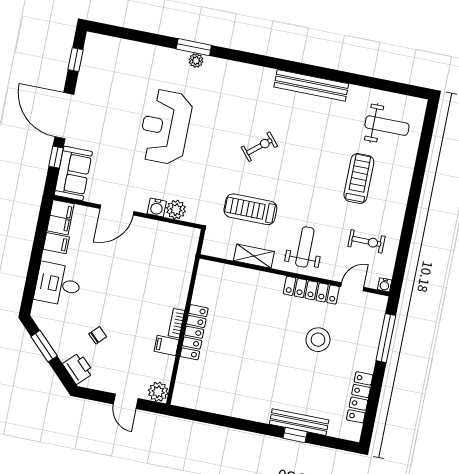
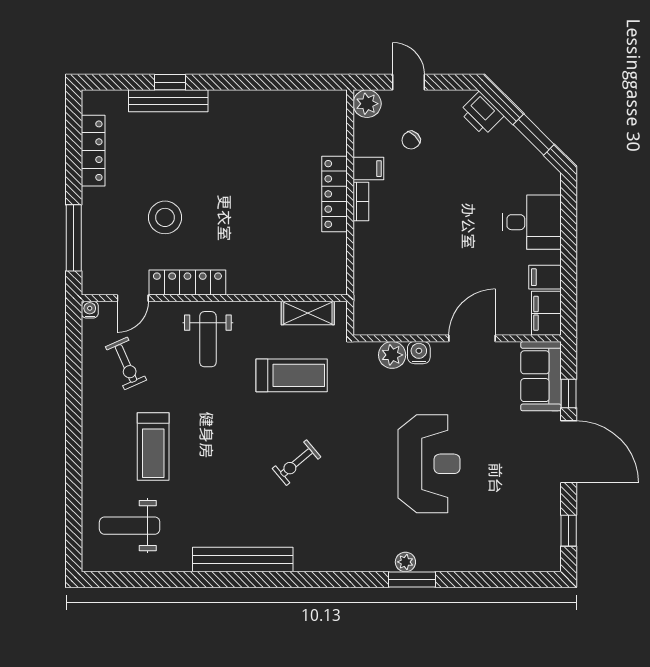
exercise bike: (366, 241) -> (126, 363), turned -114
shelving: (254, 256) -> (308, 313), moved
chair: (98, 335) -> (411, 140), moved

